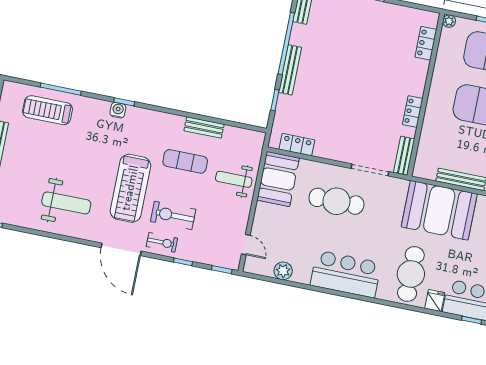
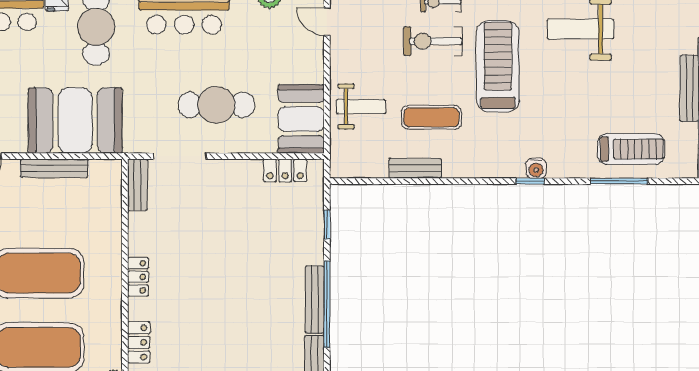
bench: (290, 70) -> (315, 300), moved
locker: (413, 111) -> (138, 277), moved
exercise bike: (173, 215) -> (433, 41), turned 180

